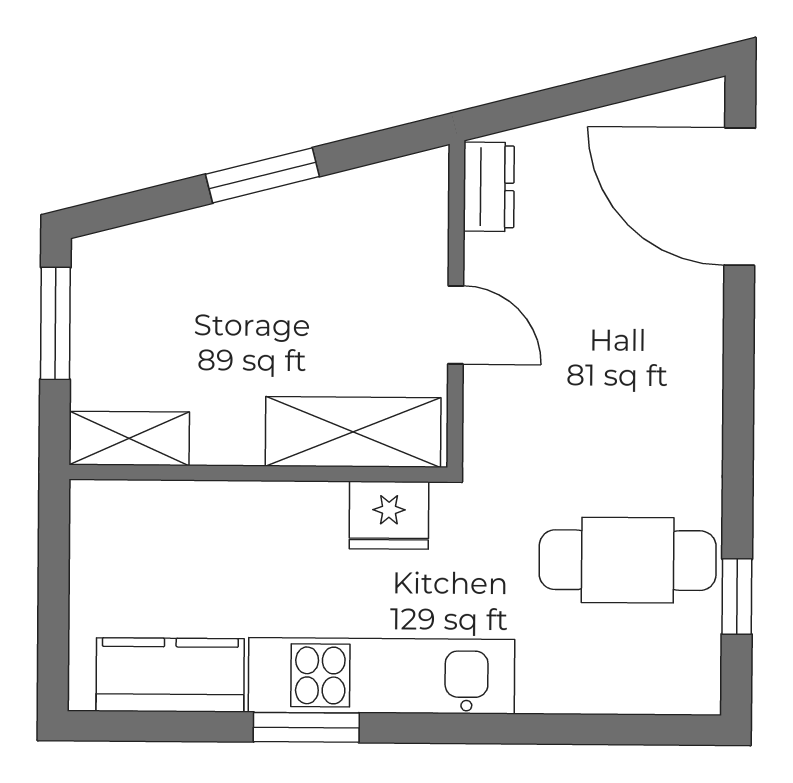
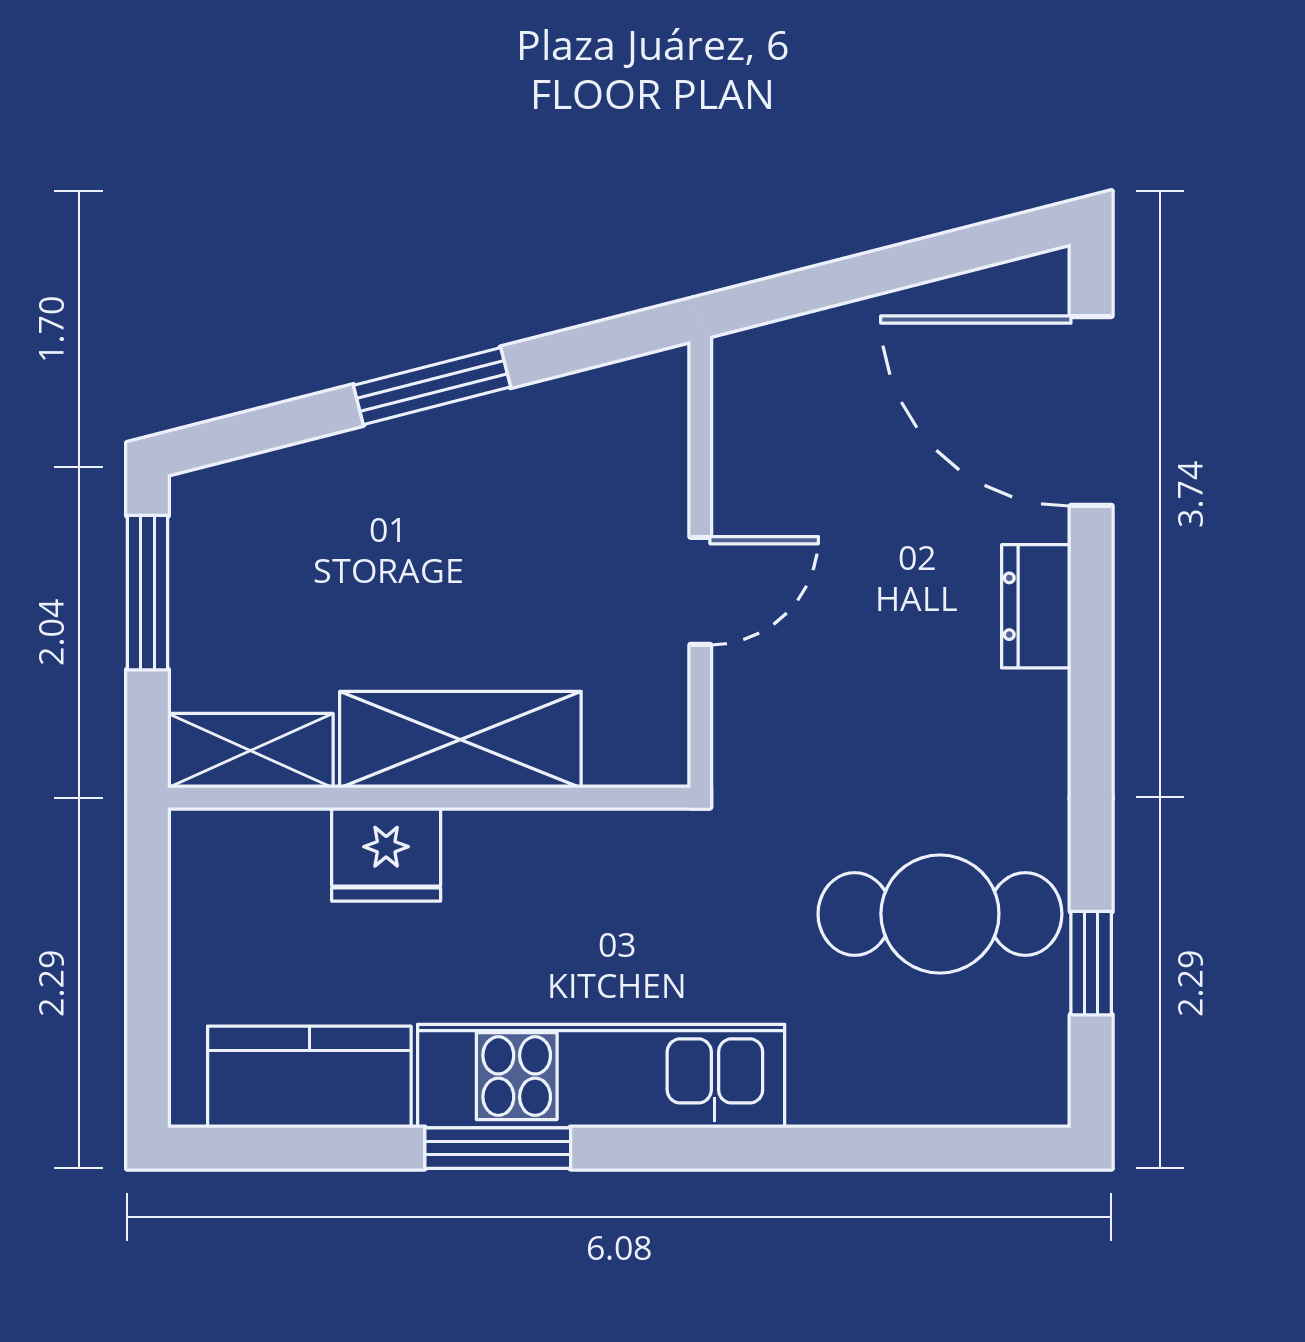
dresser: (489, 187) -> (1036, 606), moved, turned 180
door: (456, 325) -> (700, 591), hinge flipped
shelving: (353, 432) -> (460, 740), moved
fridge: (389, 515) -> (386, 854), moved

